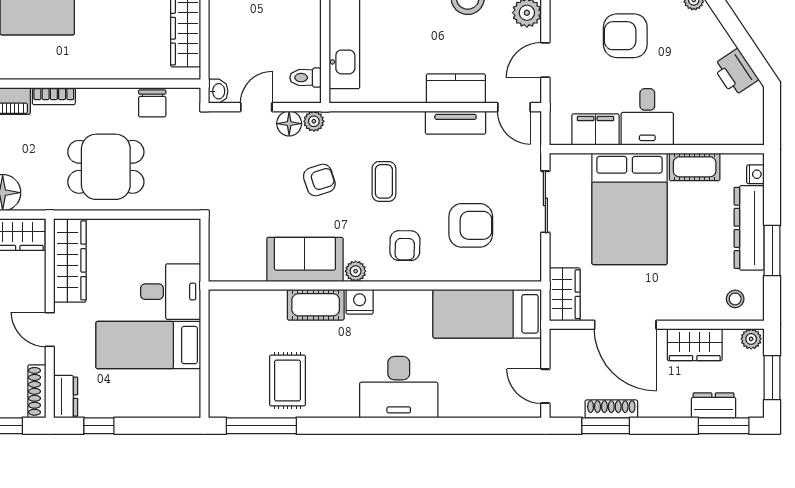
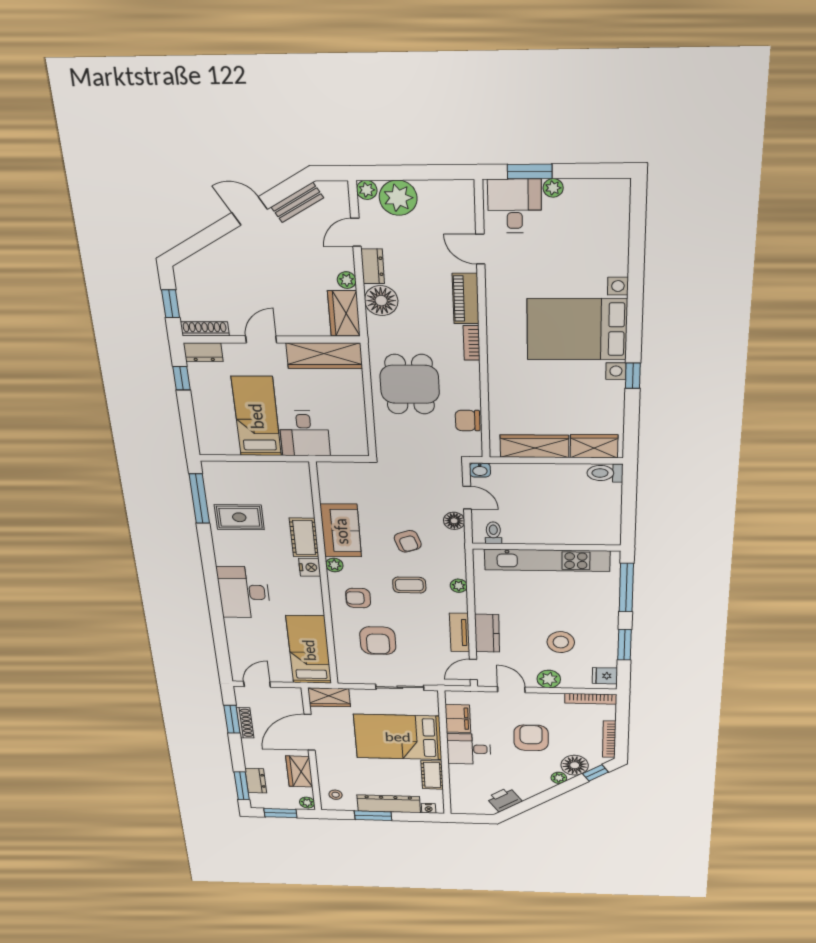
plant: (314, 121) -> (459, 586), moved

